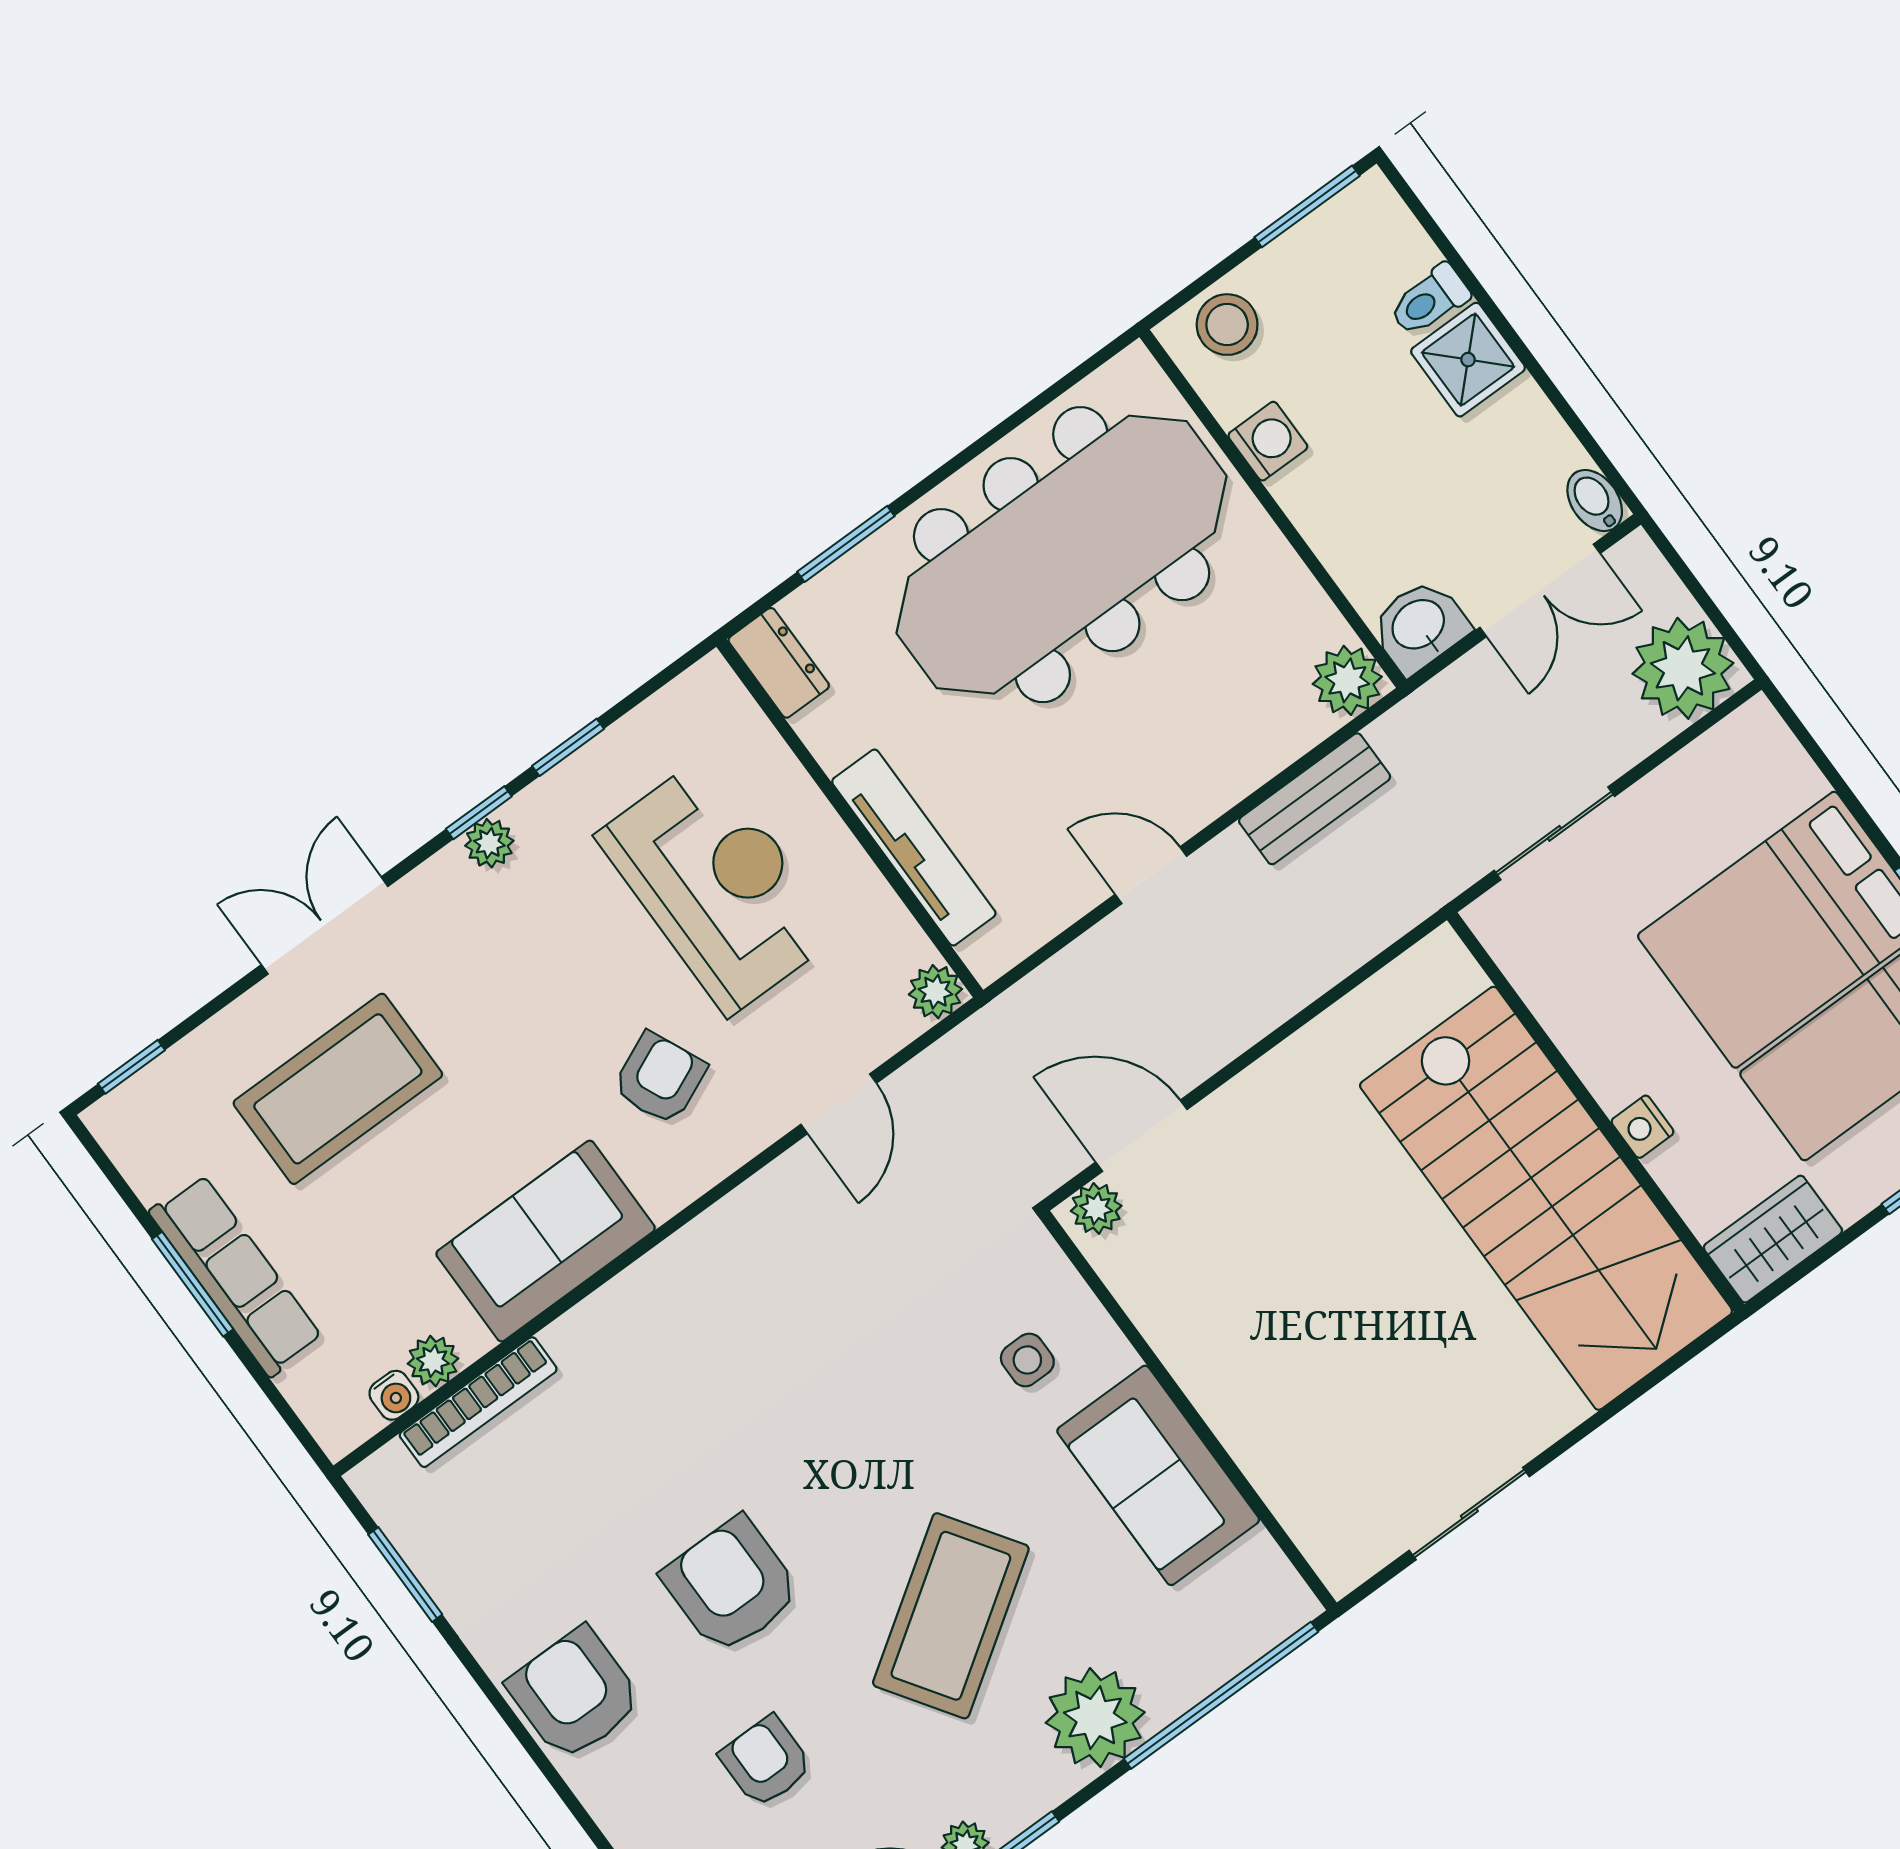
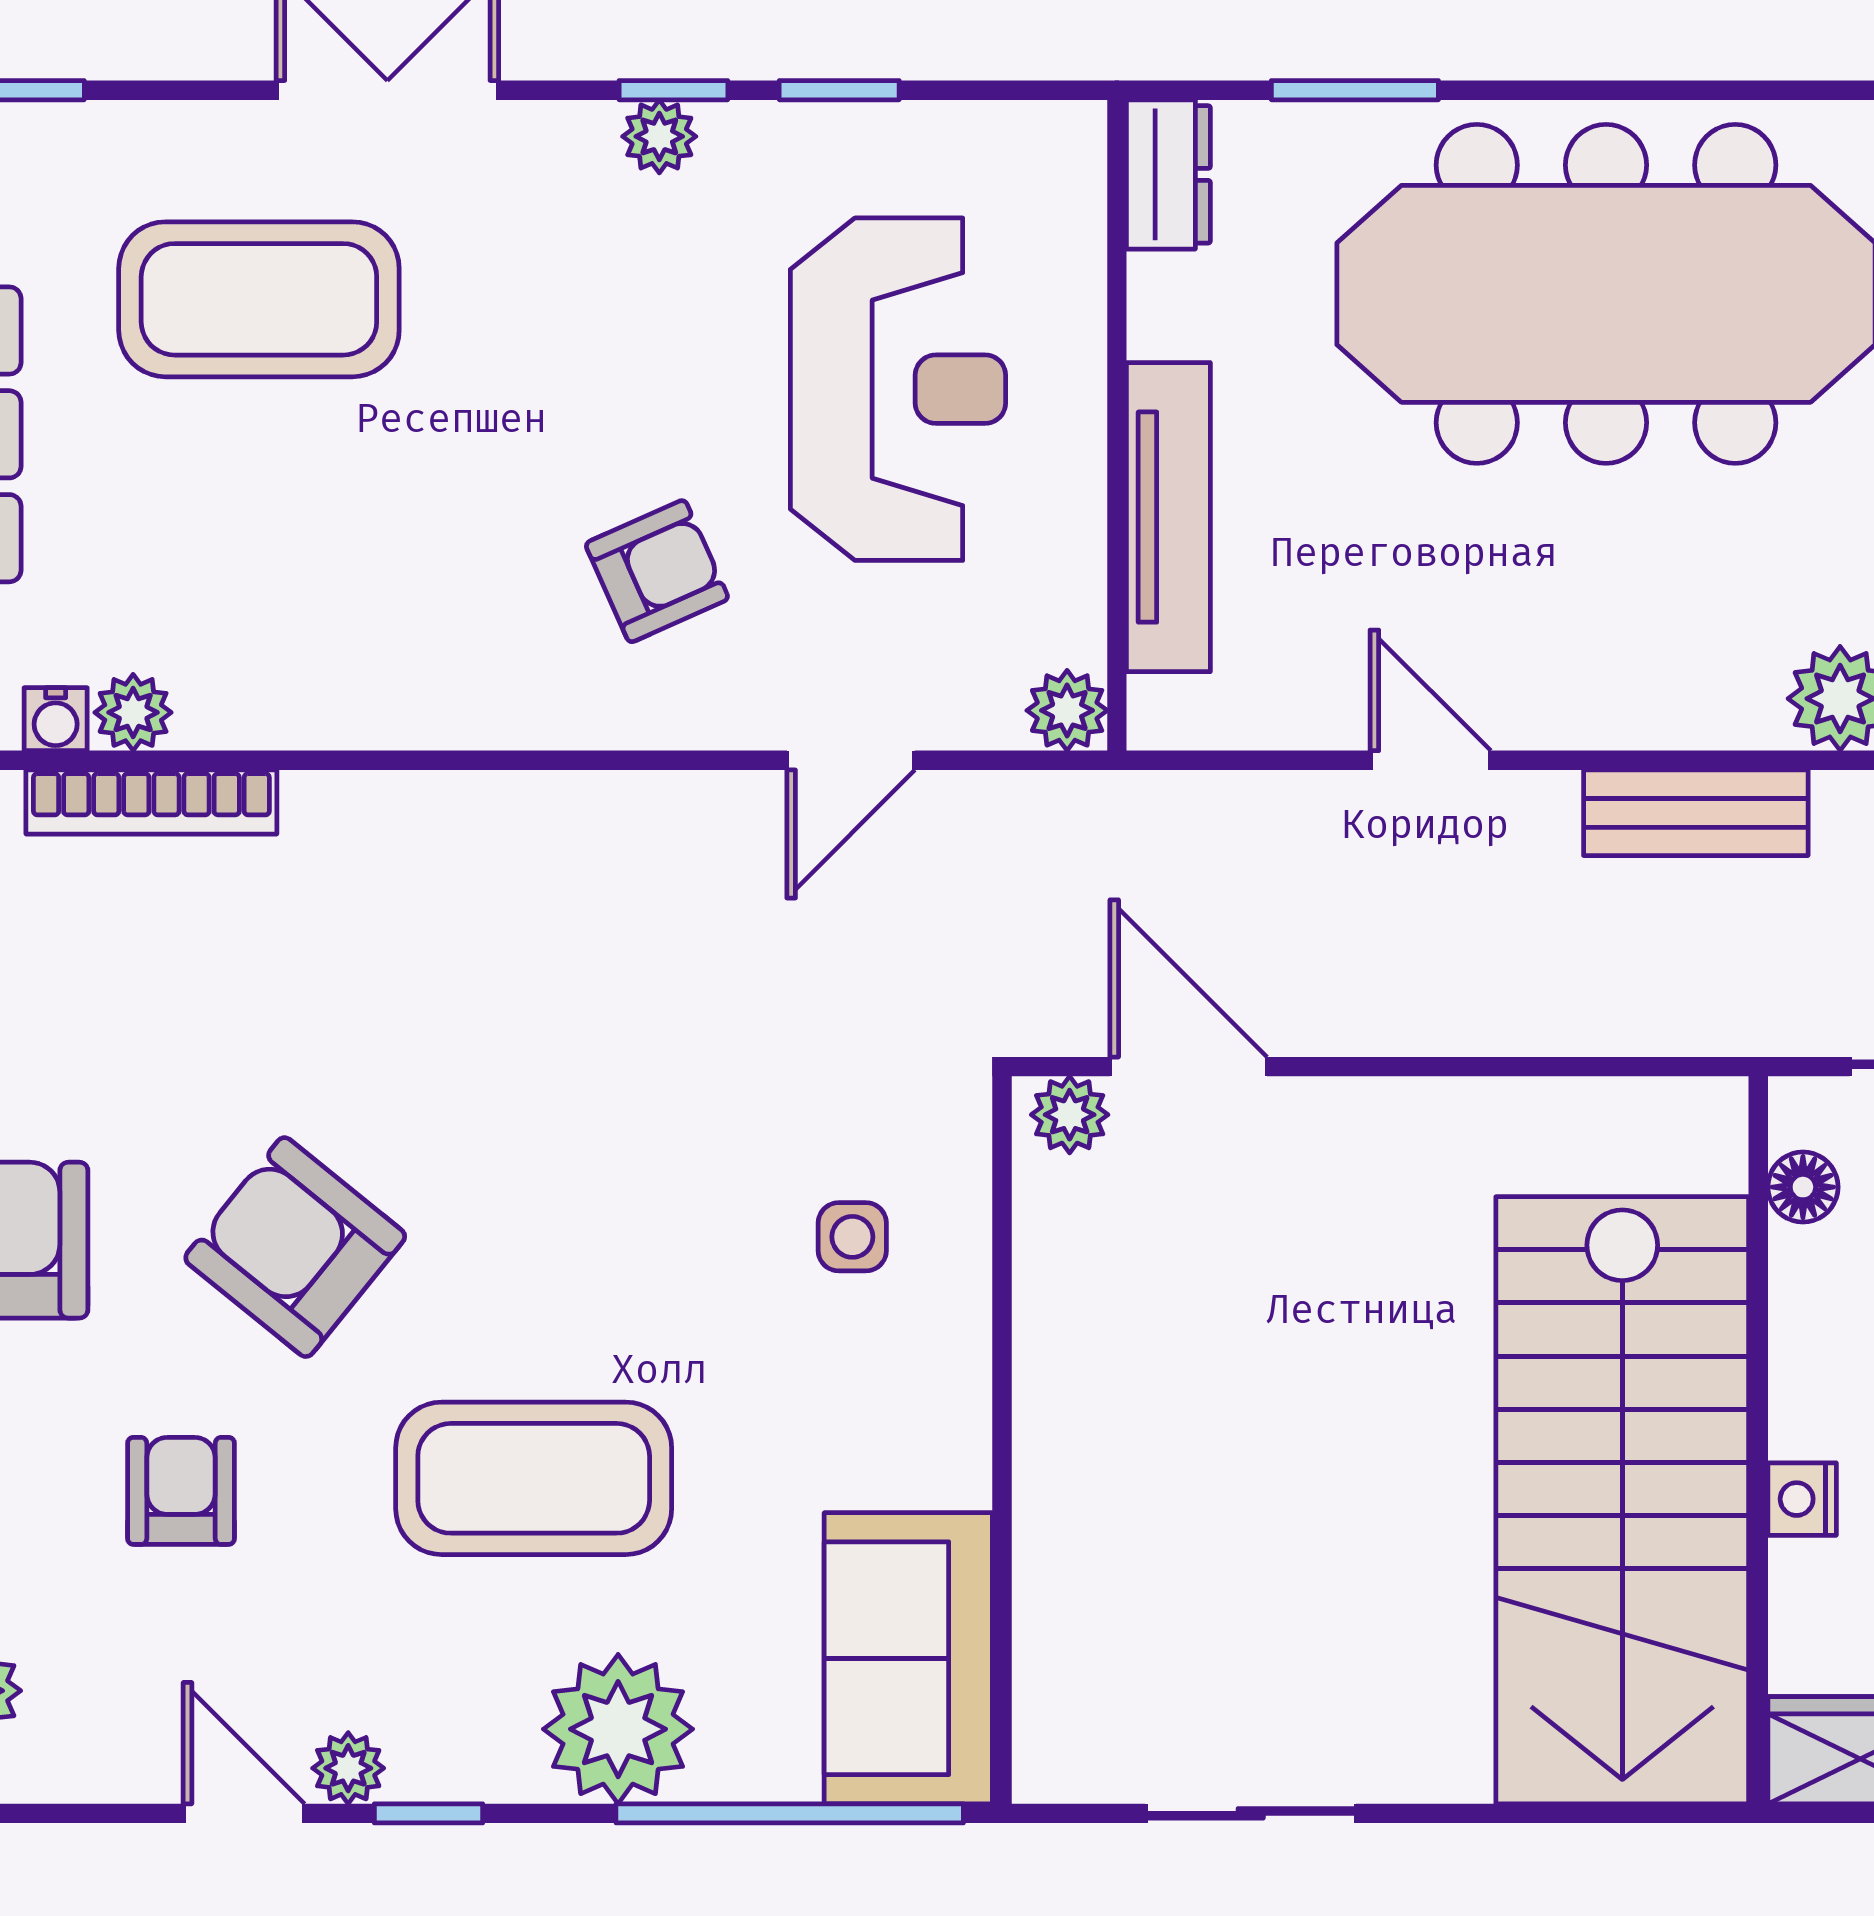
floor lamp: (1520, 958) -> (1803, 1187), added
sofa: (546, 1241) -> (375, 667), removed
sofa: (1158, 1475) -> (908, 1658), moved
armchair: (731, 1585) -> (295, 1247), turned -51
coffee table: (951, 1616) -> (534, 1478), turned 34

